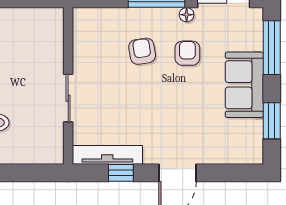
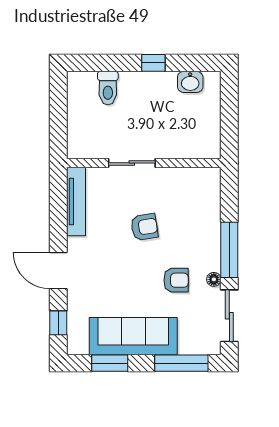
armchair: (142, 51) -> (144, 227), moved
sofa: (244, 85) -> (133, 336), width x1.36
window: (121, 173) -> (58, 323), moved

